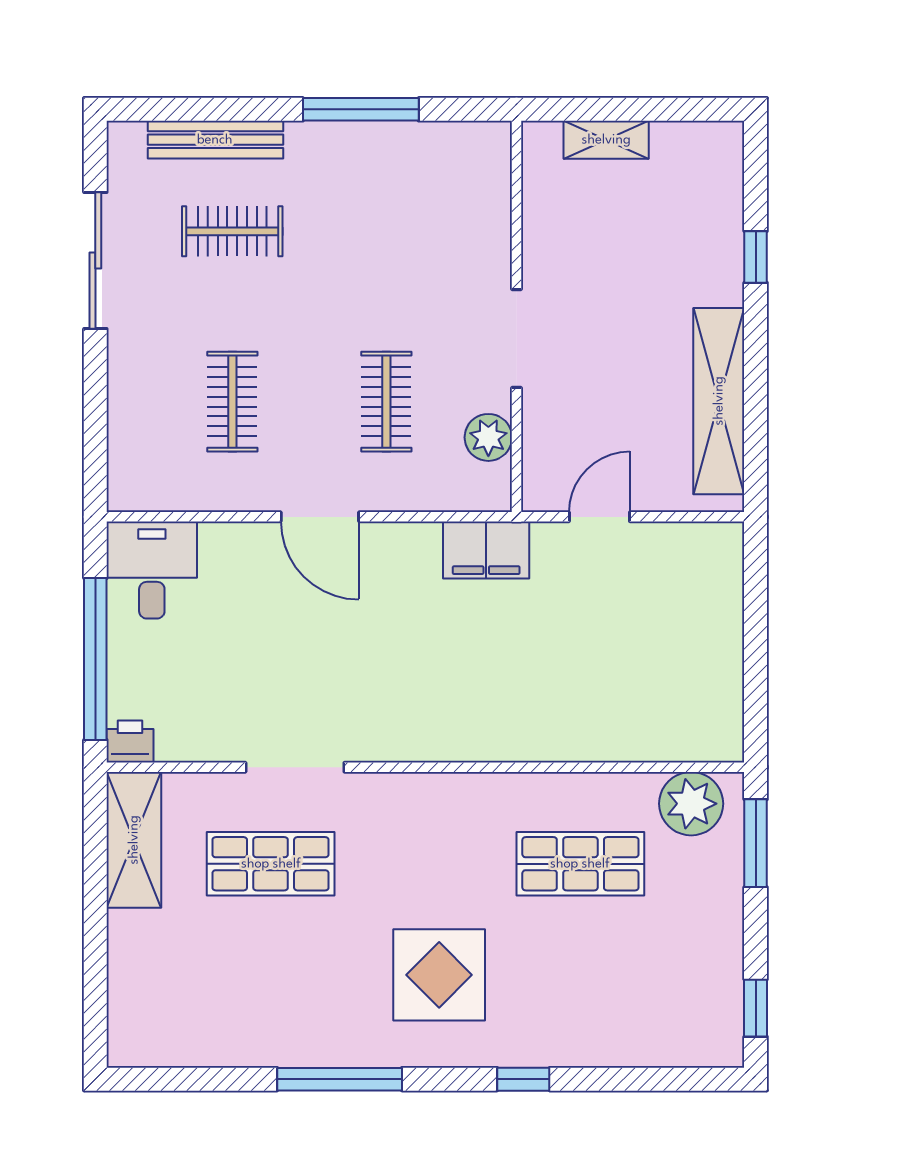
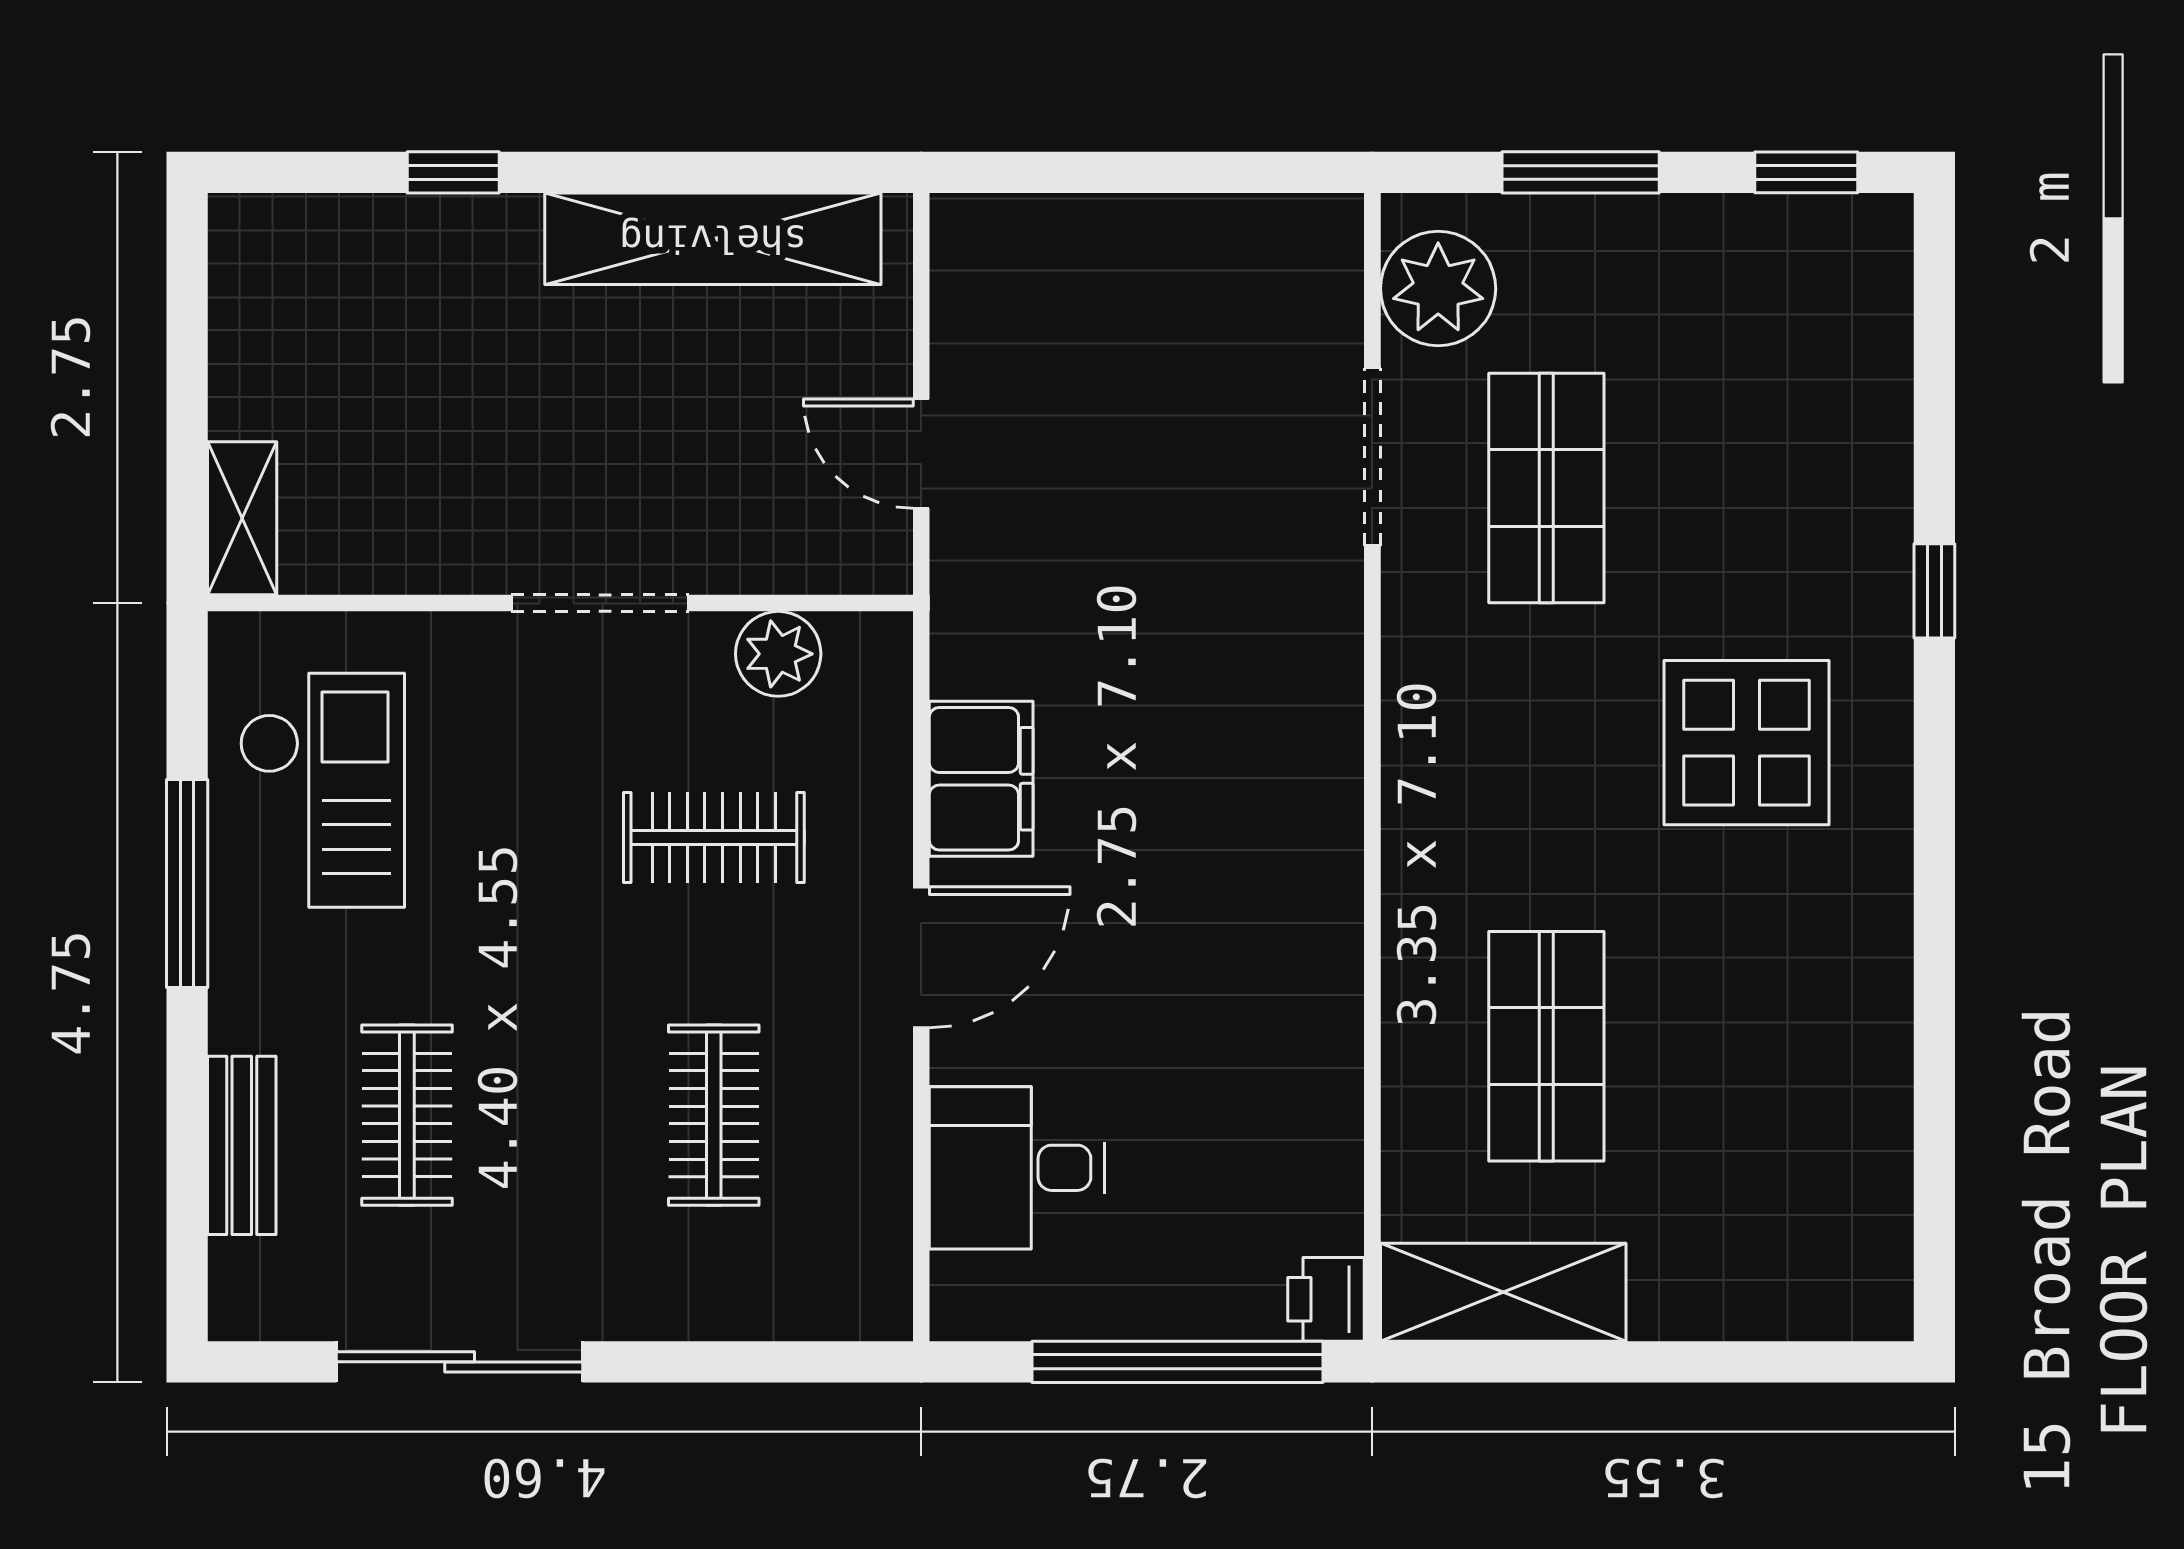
bench: (215, 140) -> (242, 1145), width x0.73
shelving: (606, 140) -> (242, 518), moved
checkout: (413, 184) -> (322, 790), added
clothes rail: (232, 402) -> (714, 1115), turned 90
filing cabinet: (486, 550) -> (981, 779), moved
desk: (152, 570) -> (1017, 1168), moved
doorway: (295, 767) -> (1372, 457), moved
window: (756, 843) -> (1581, 172), moved
window: (340, 1079) -> (1934, 922), removed

